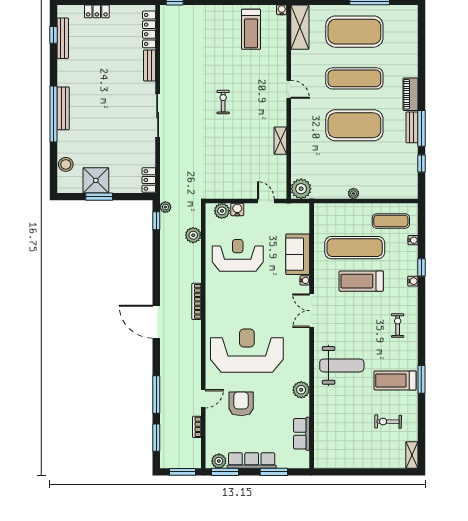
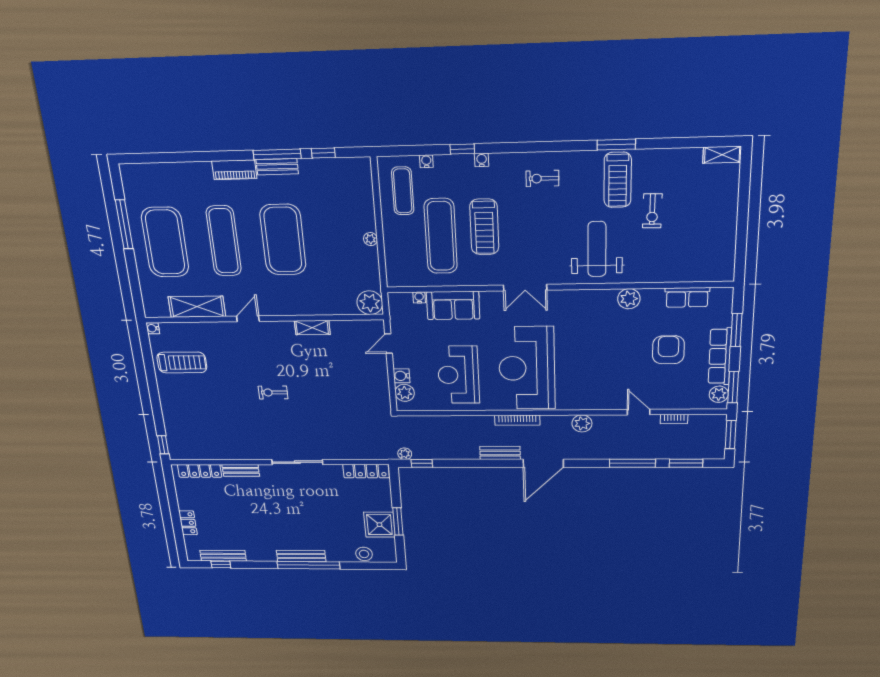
shelving: (300, 27) -> (197, 307), moved
locker: (149, 180) -> (366, 471), width x1.53
plant: (193, 235) -> (582, 423), moved
water cooler: (305, 280) -> (419, 297), moved
bench: (166, 286) -> (500, 453), added
reception desk: (247, 351) -> (527, 368), moved
armchair: (241, 404) -> (668, 350), moved, turned 90
exercise bike: (388, 422) -> (652, 211), moved

